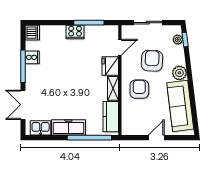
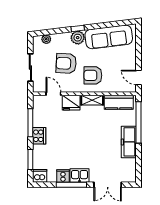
window: (50, 23) -> (30, 159), added
window: (185, 40) -> (78, 28), moved
kitchen sink: (41, 128) -> (79, 176), moved, turned 90
door: (156, 138) -> (139, 77), moved

